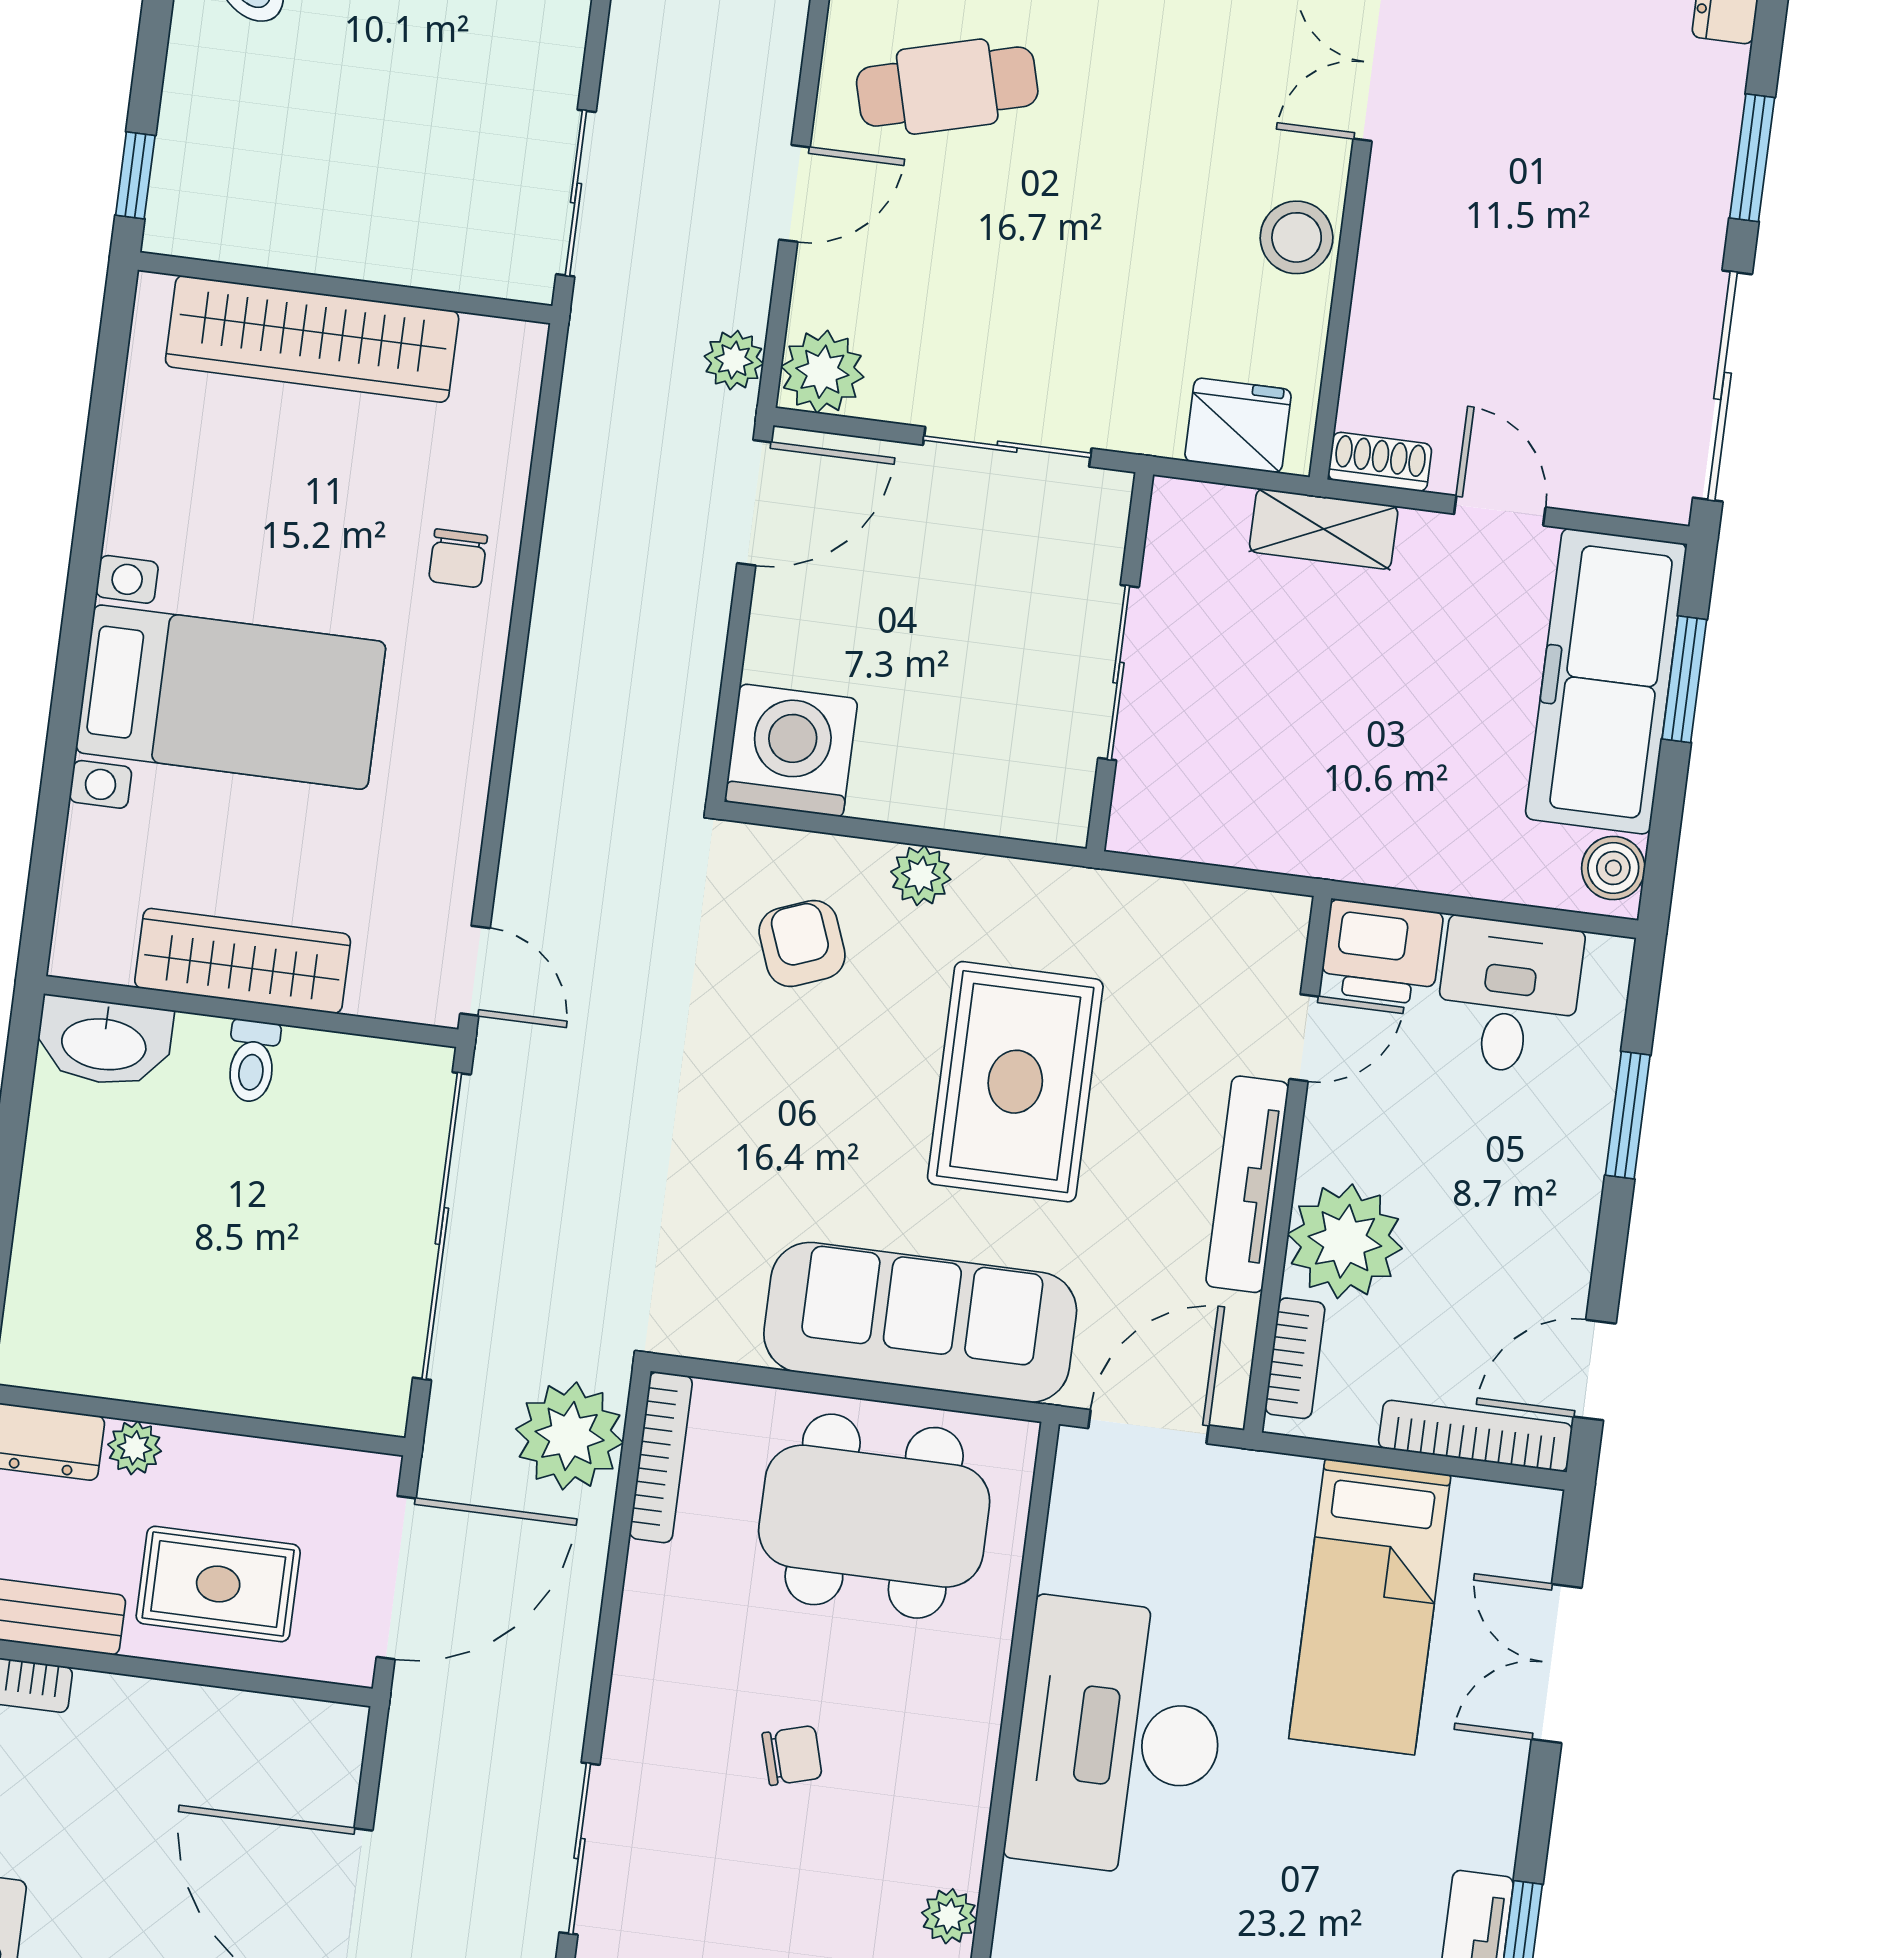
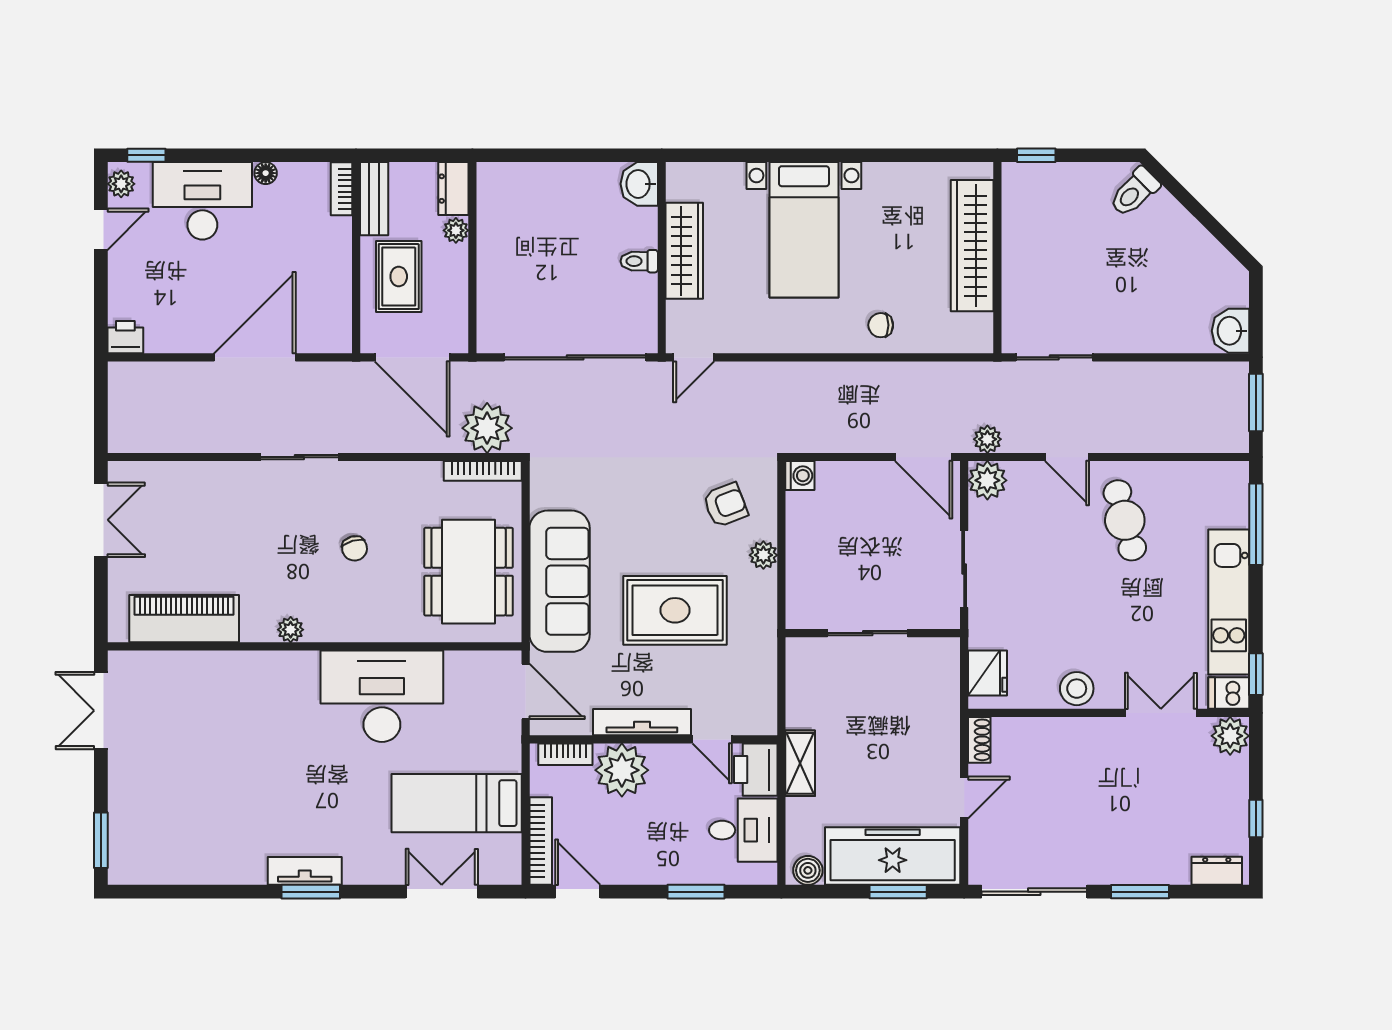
shelving: (1324, 529) -> (800, 763), moved
washing machine: (791, 750) -> (800, 476), width x0.53, depth x0.53
washbasin: (104, 1042) -> (639, 184), width x0.72

